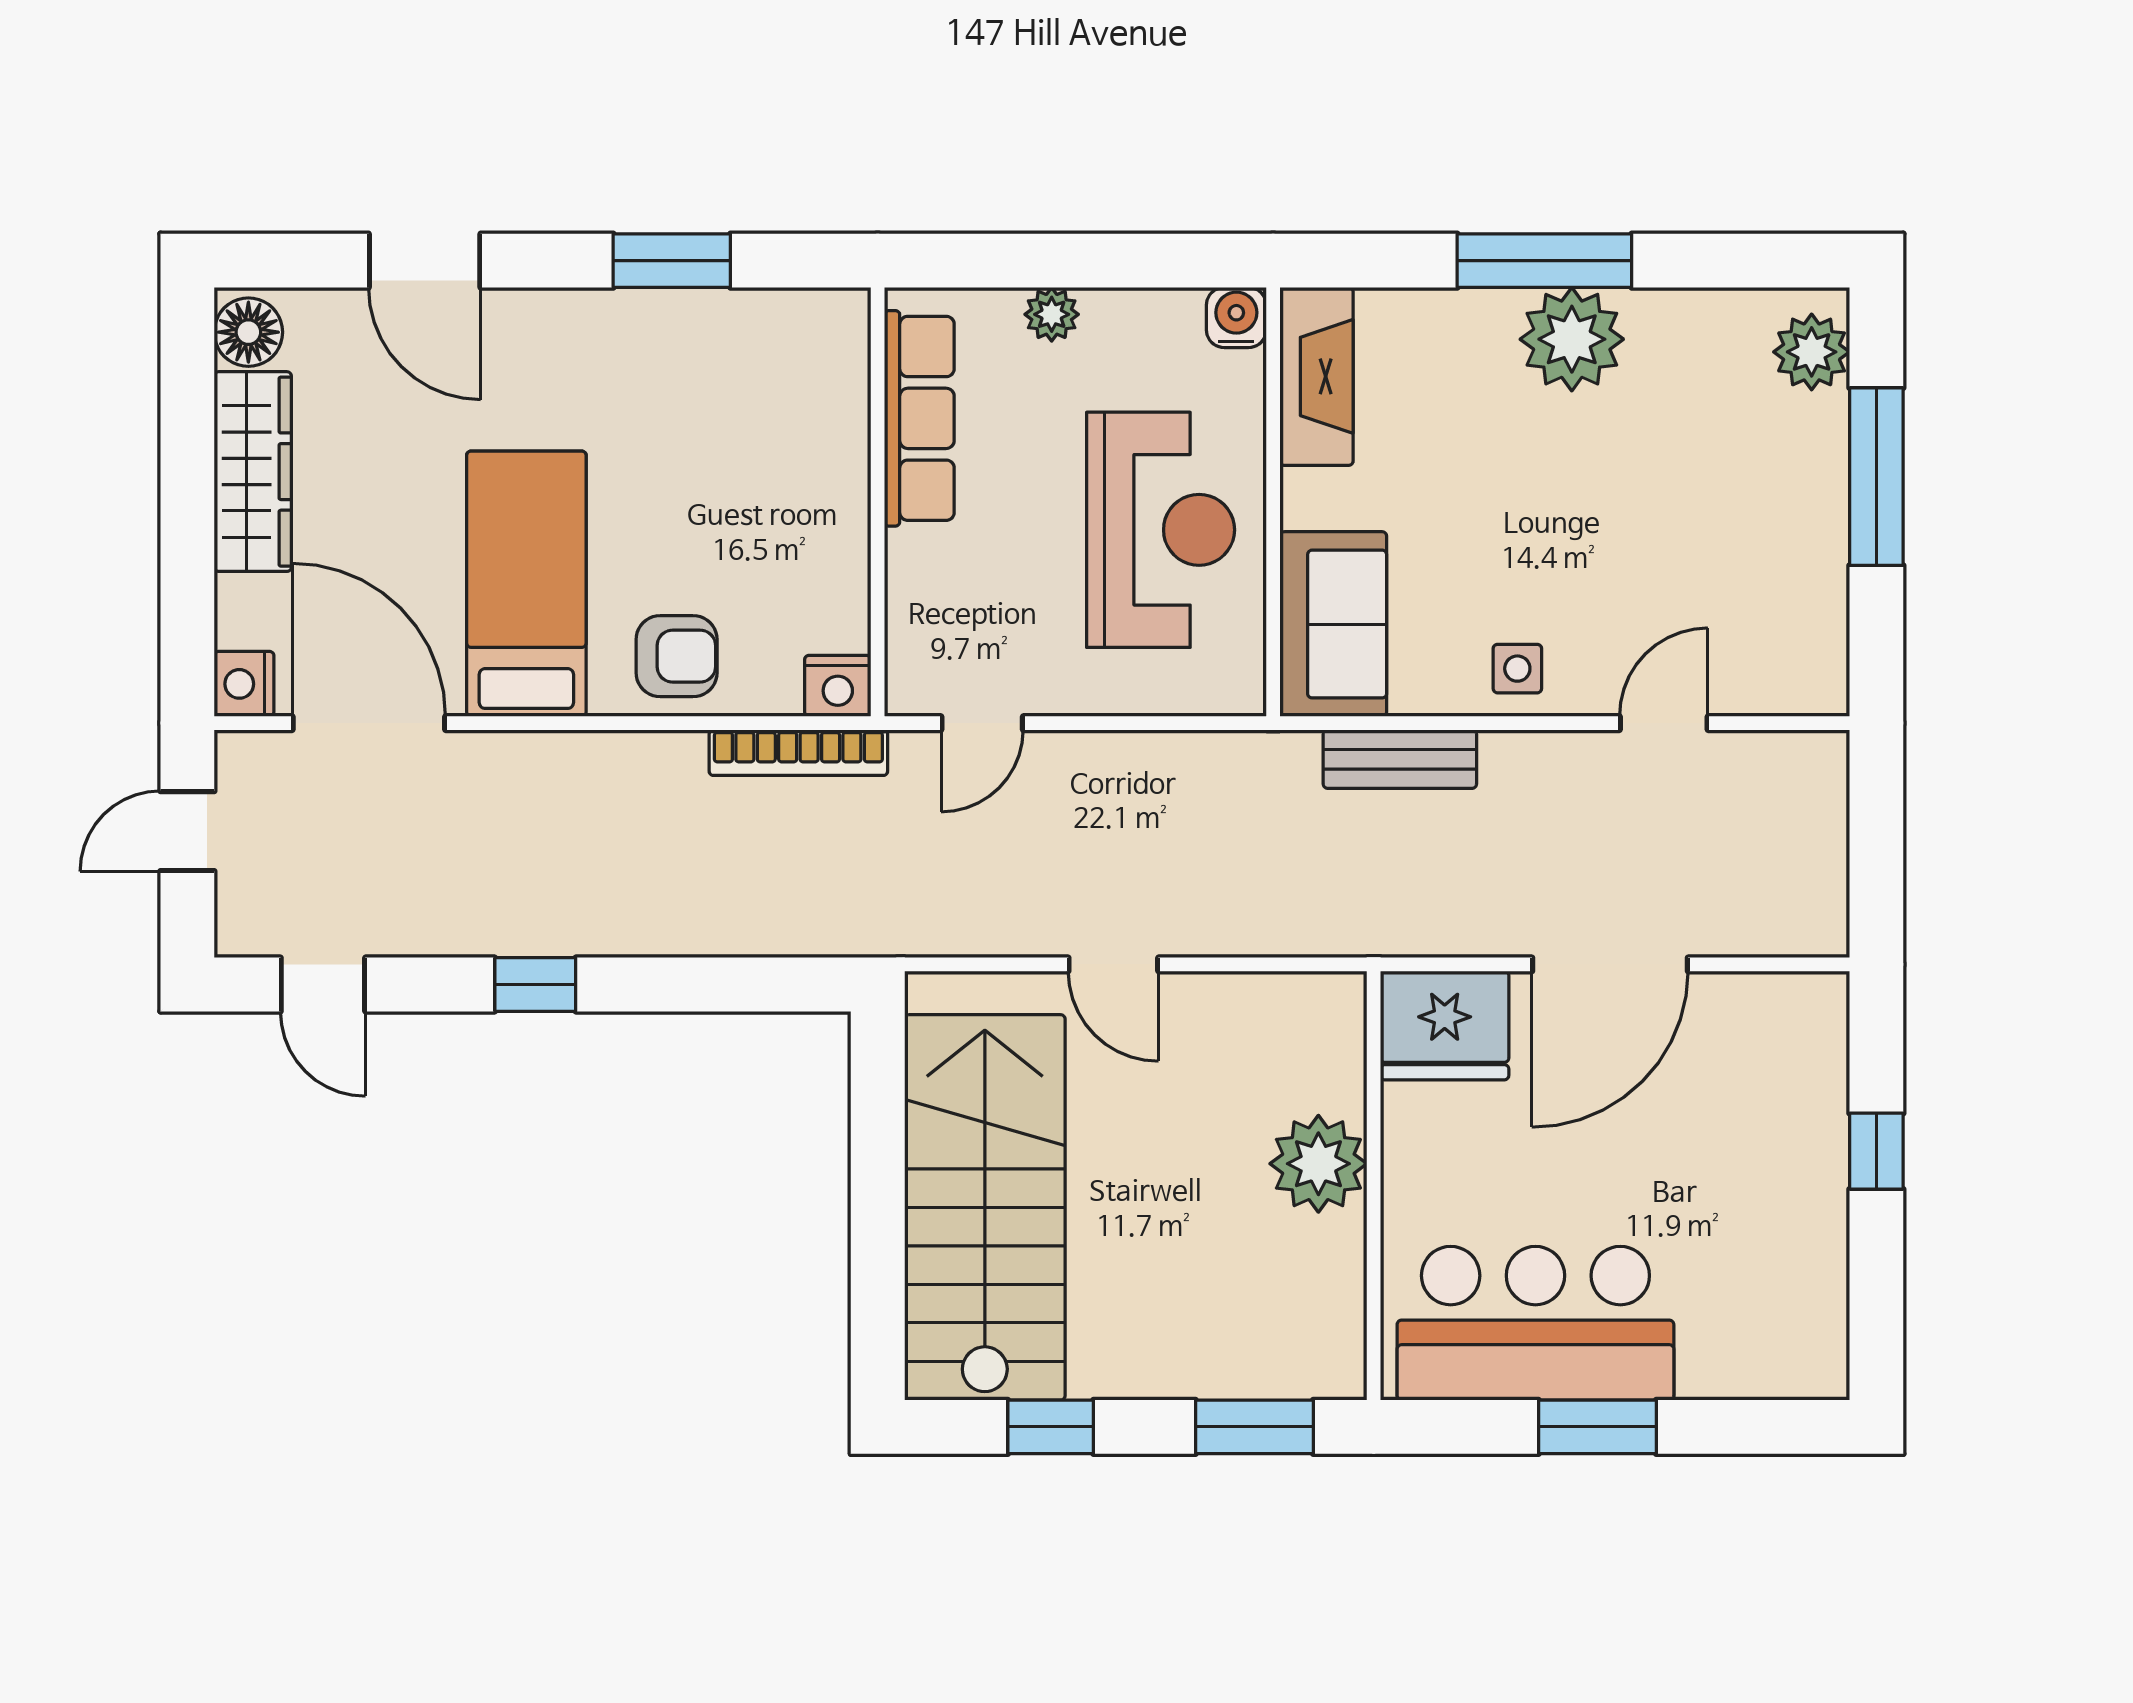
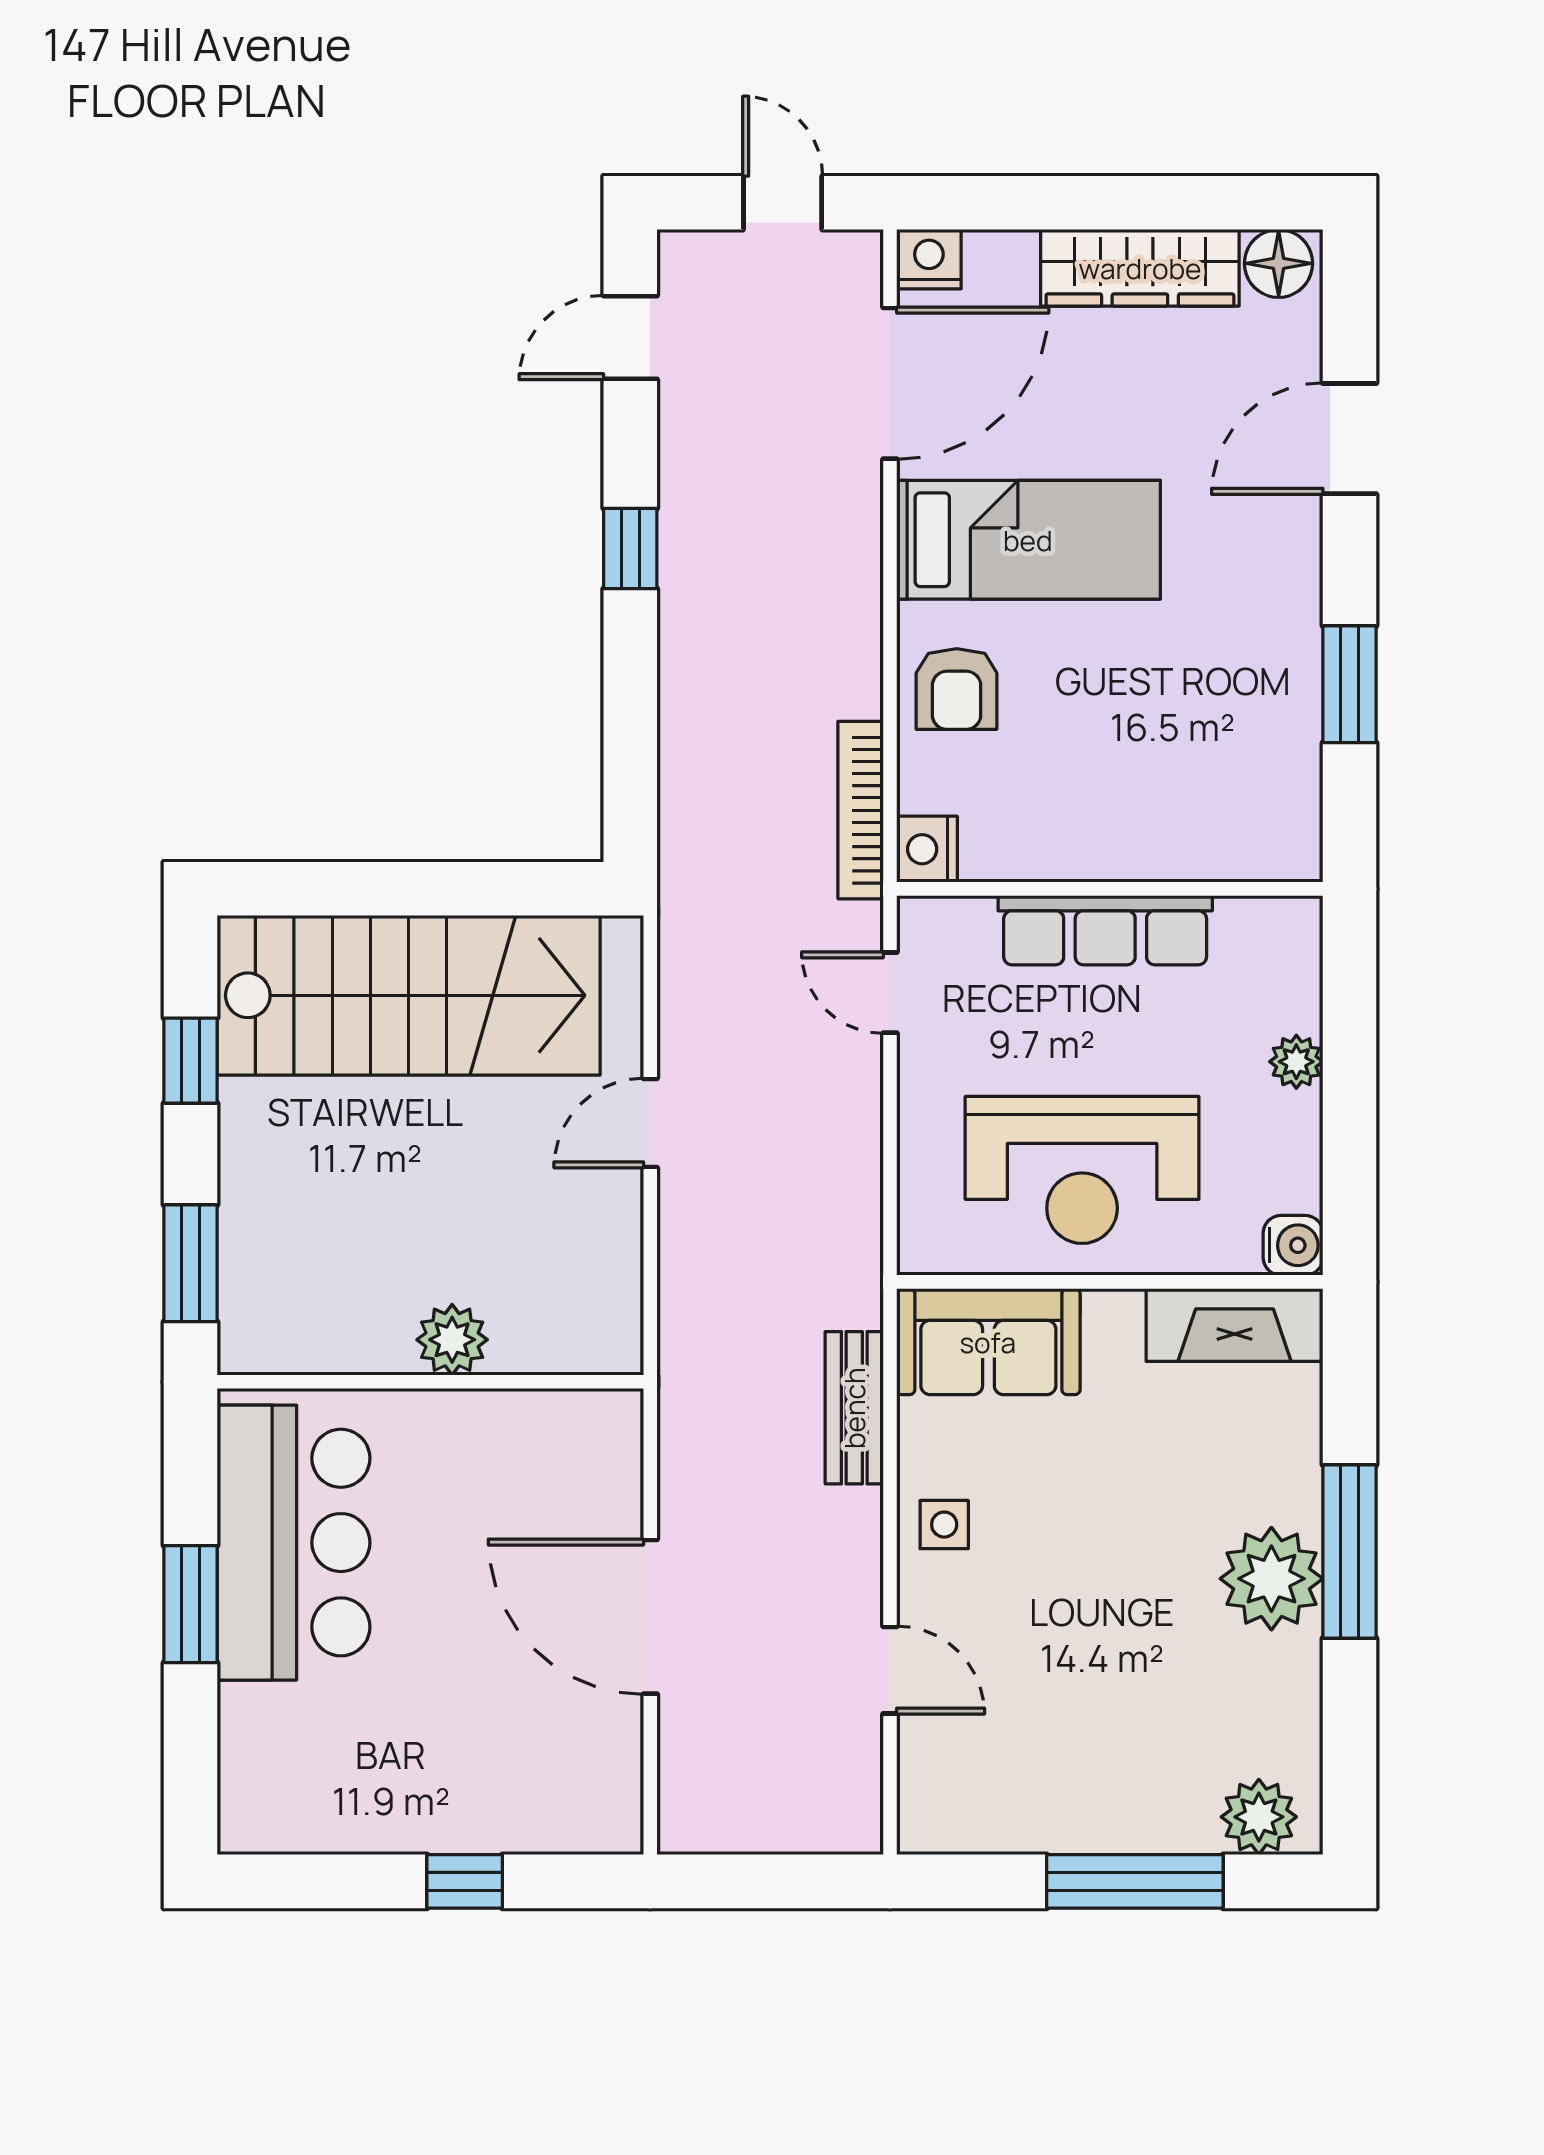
row of seats: (919, 418) -> (1105, 930), moved
fridge: (1445, 1025) -> (589, 1452), removed
plant: (1318, 1164) -> (452, 1340), width x0.73, depth x0.73

